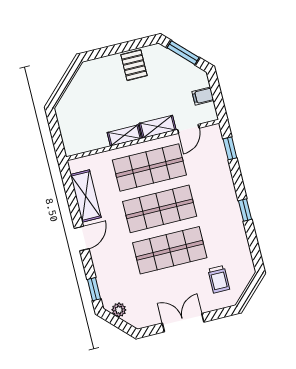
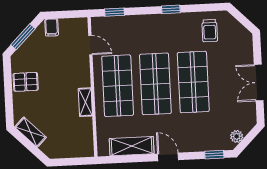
filing cabinet: (203, 96) -> (52, 28), moved
shelving: (158, 127) -> (30, 132), moved, turned -45
trolley: (219, 279) -> (210, 31), moved, turned 90

